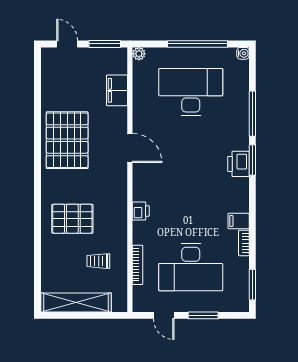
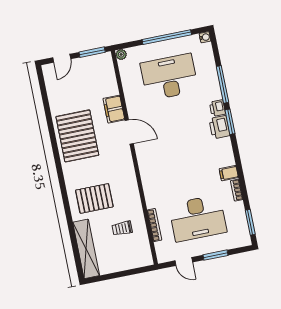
door: (67, 44) -> (62, 58), swing flipped
filing cabinet: (117, 90) -> (114, 109), moved
printer: (141, 211) -> (217, 108), moved, turned 180
shelving: (76, 302) -> (86, 249), moved, turned 90

